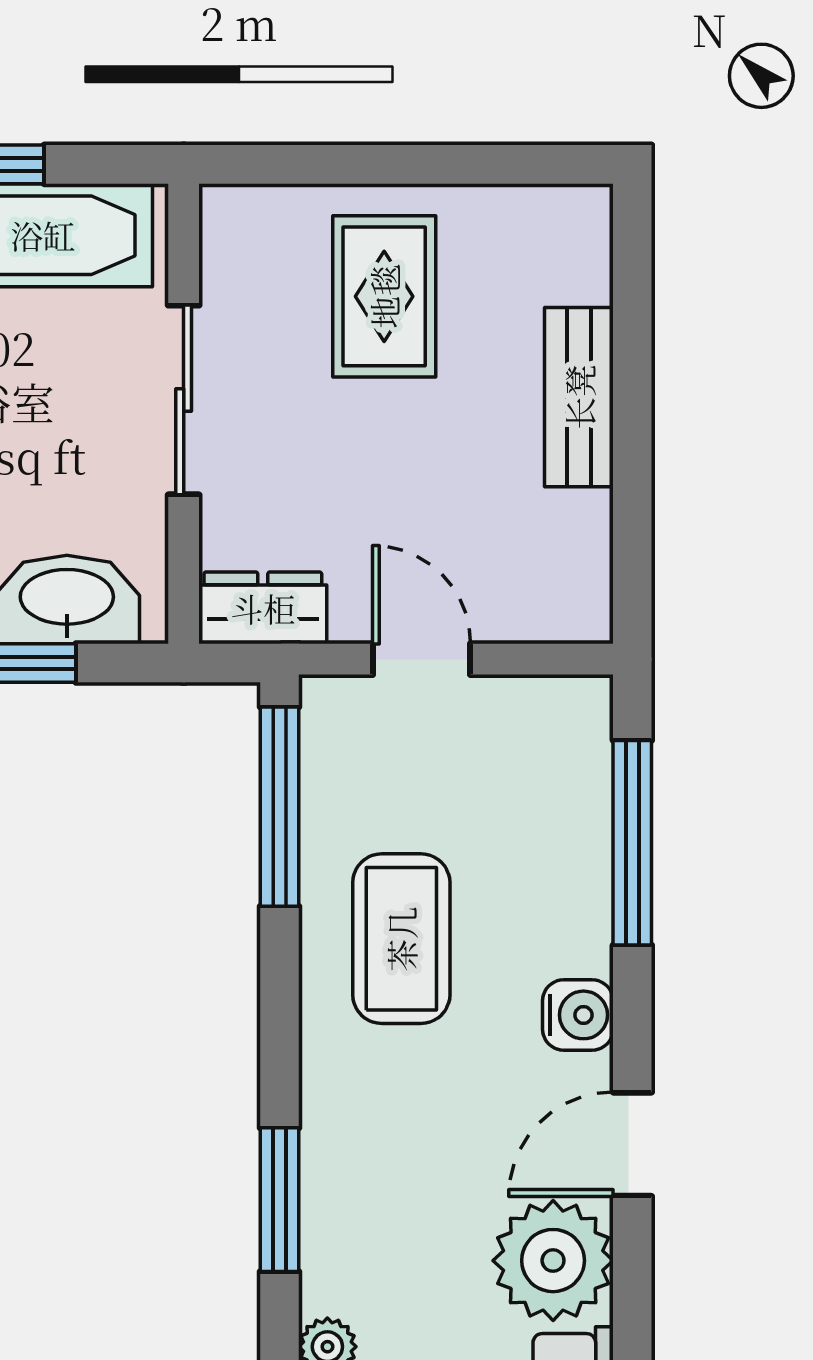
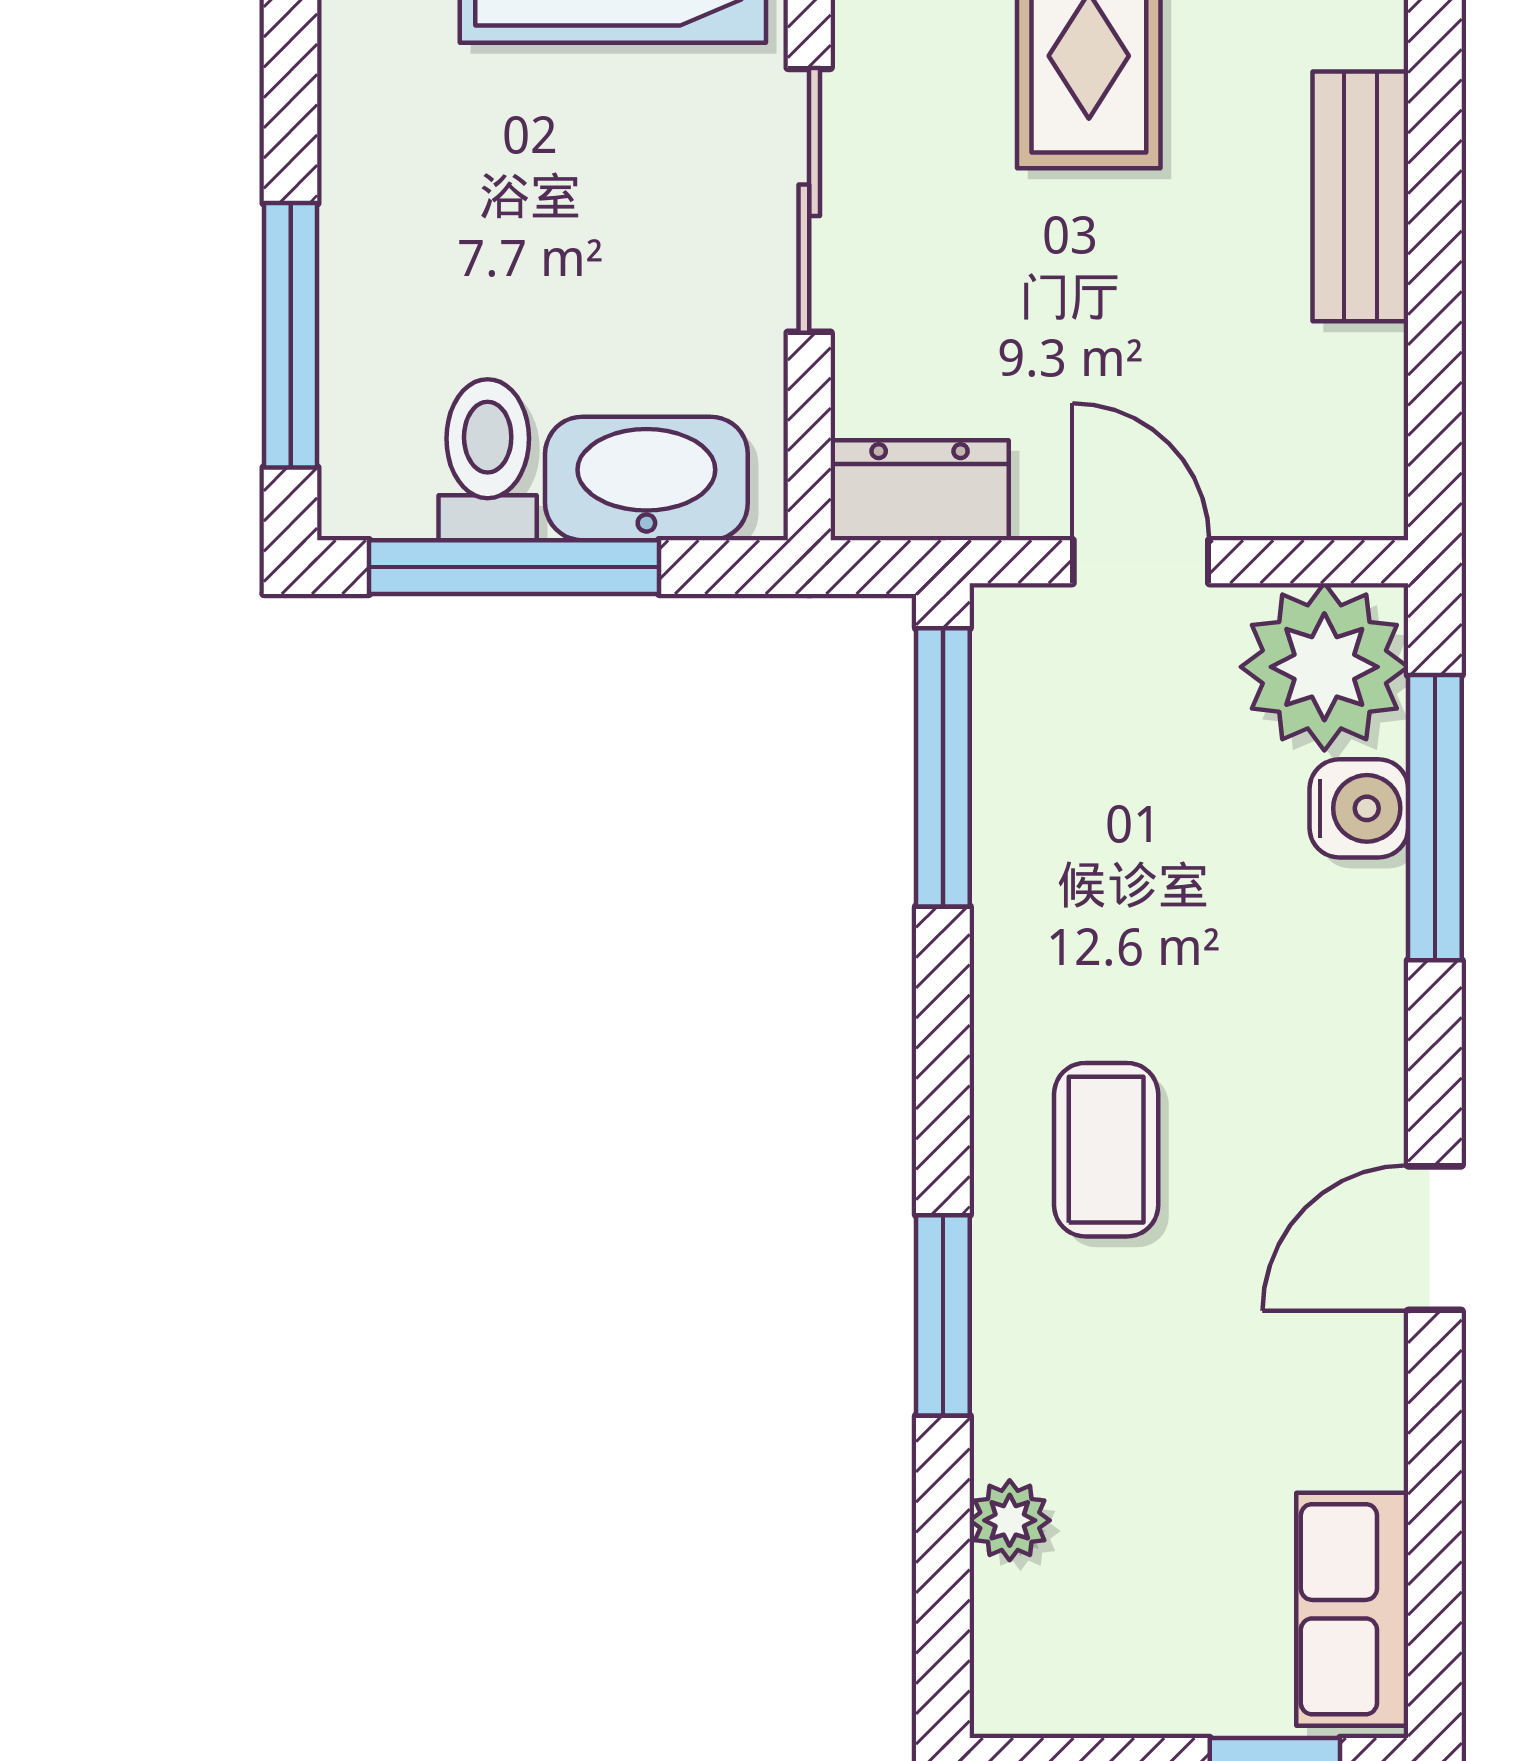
coffee table: (401, 939) -> (1106, 1150), moved, width x0.73, depth x0.77
water cooler: (578, 1015) -> (1359, 808), moved
plant: (553, 1261) -> (1324, 667), moved

